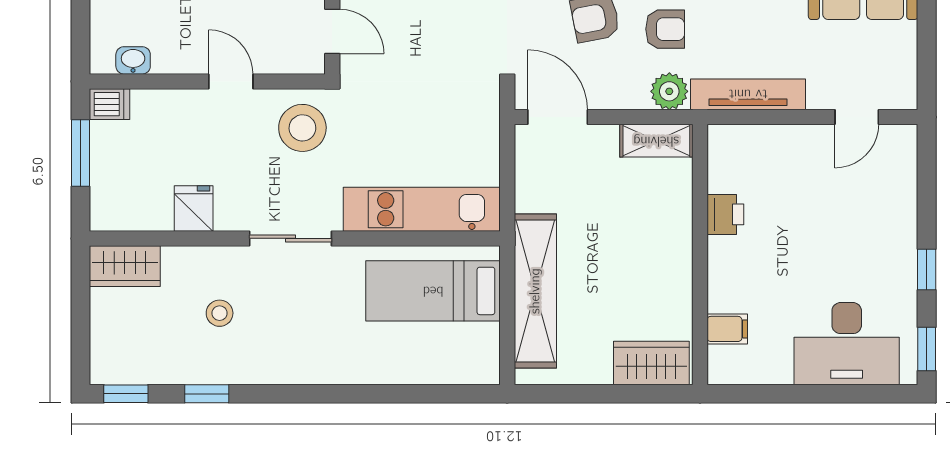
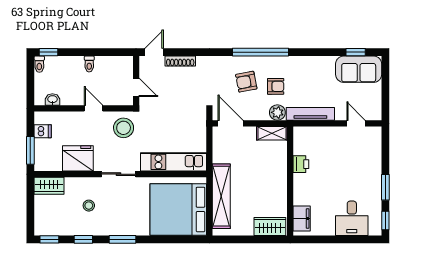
dishwasher: (110, 104) -> (43, 131), moved
door: (857, 117) -> (356, 123), swing flipped
window: (81, 153) -> (30, 150), moved
fridge: (194, 208) -> (78, 158), width x1.88, depth x1.34
window: (927, 270) -> (385, 187), width x1.50
bed: (433, 291) -> (178, 209), width x2.04
filing cabinet: (727, 329) -> (302, 218), width x2.00
desk: (847, 344) -> (352, 218), width x0.73
window: (300, 394) -> (123, 239), added

